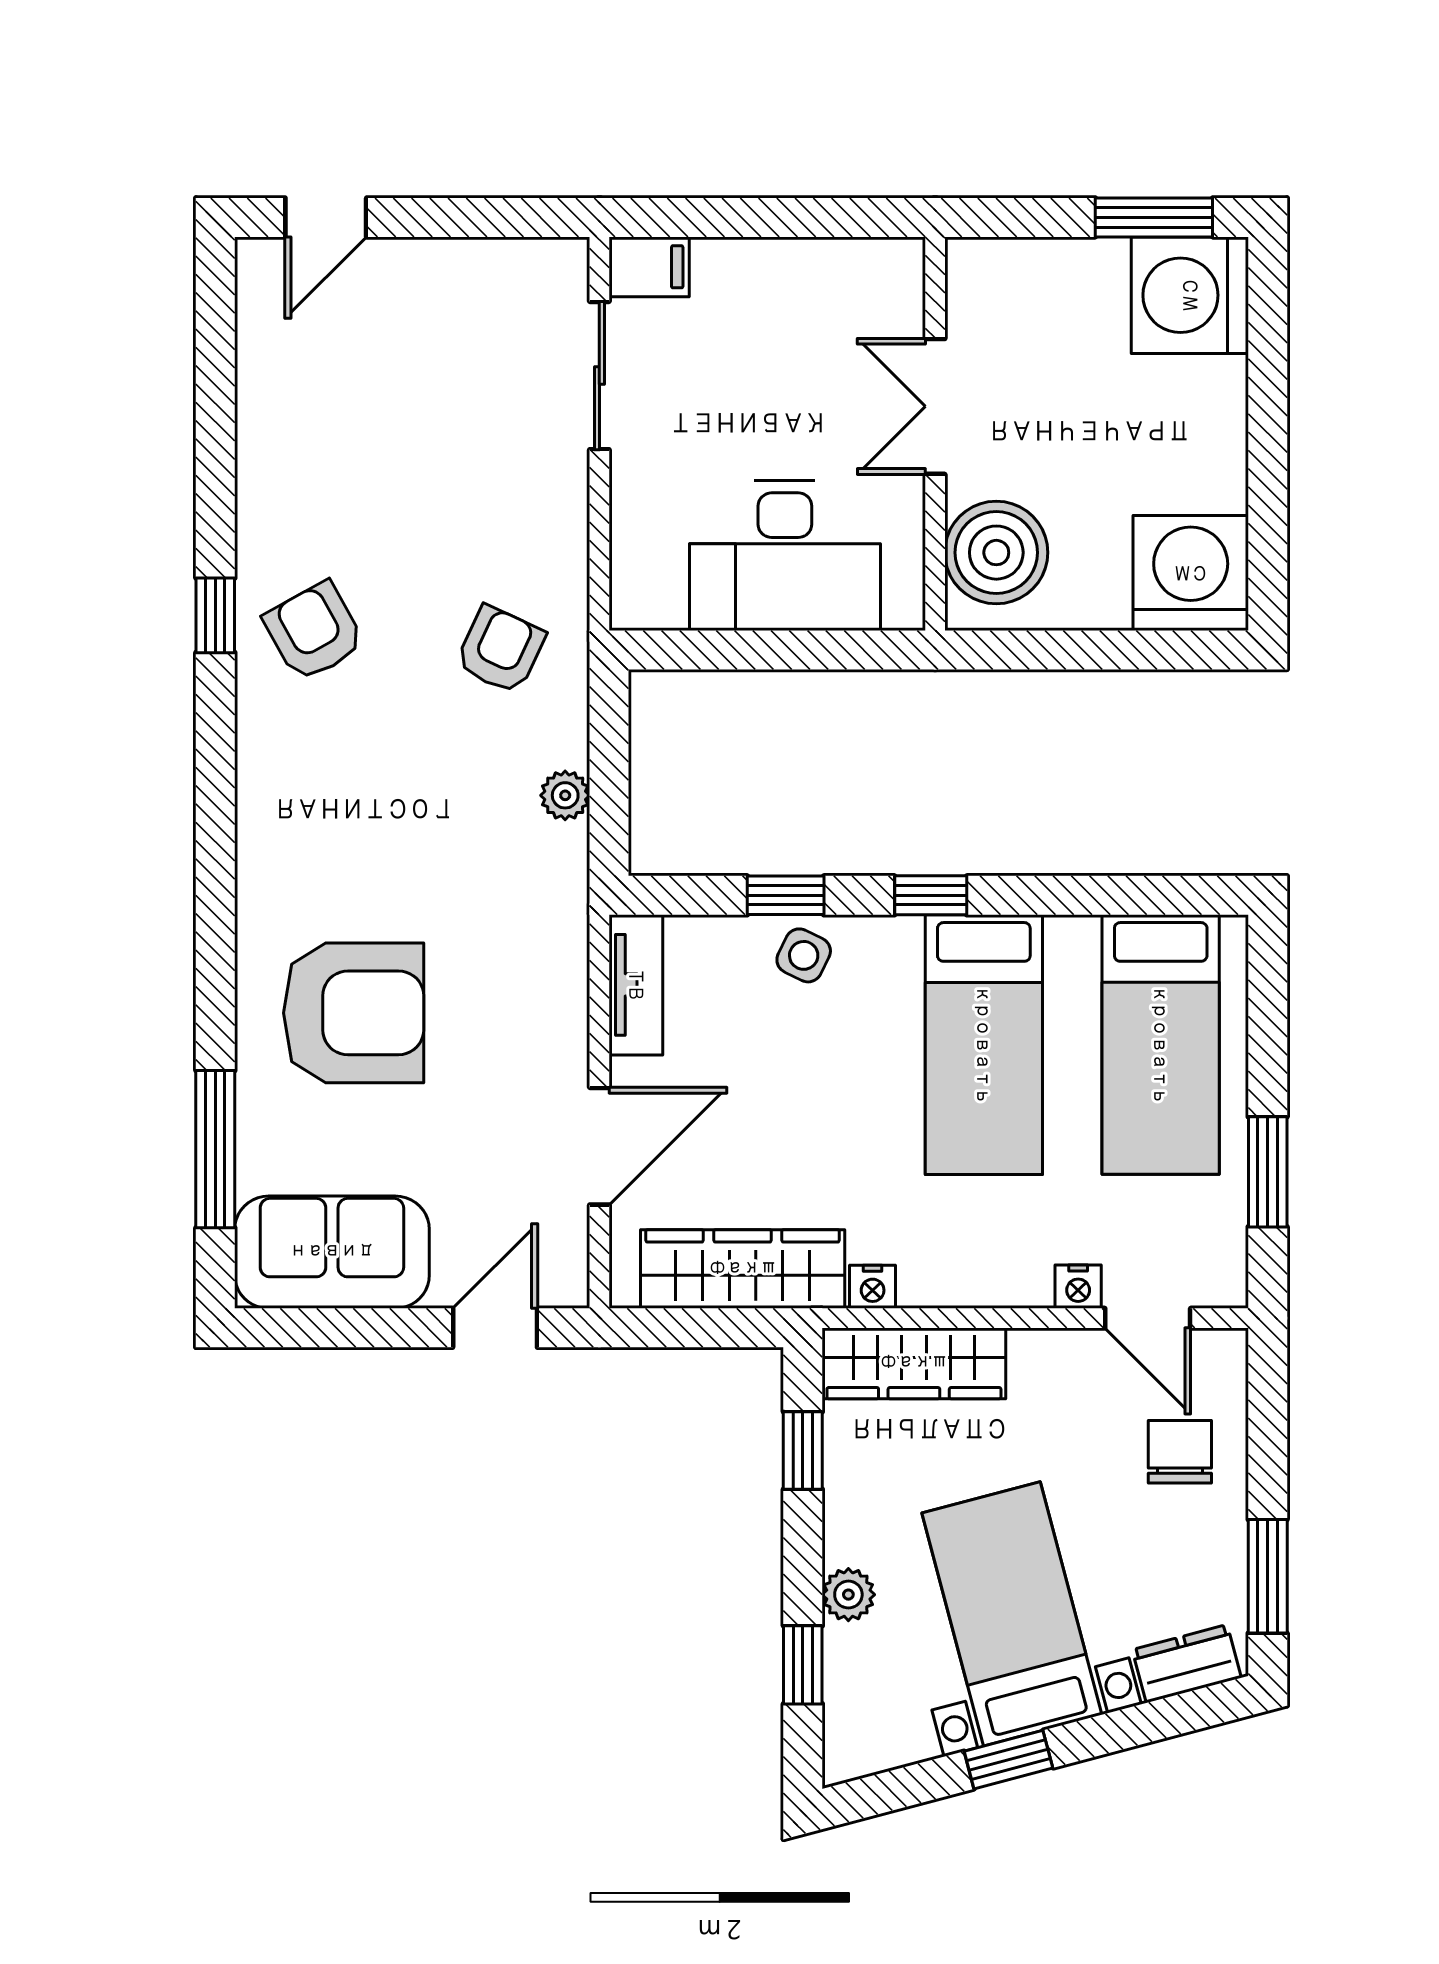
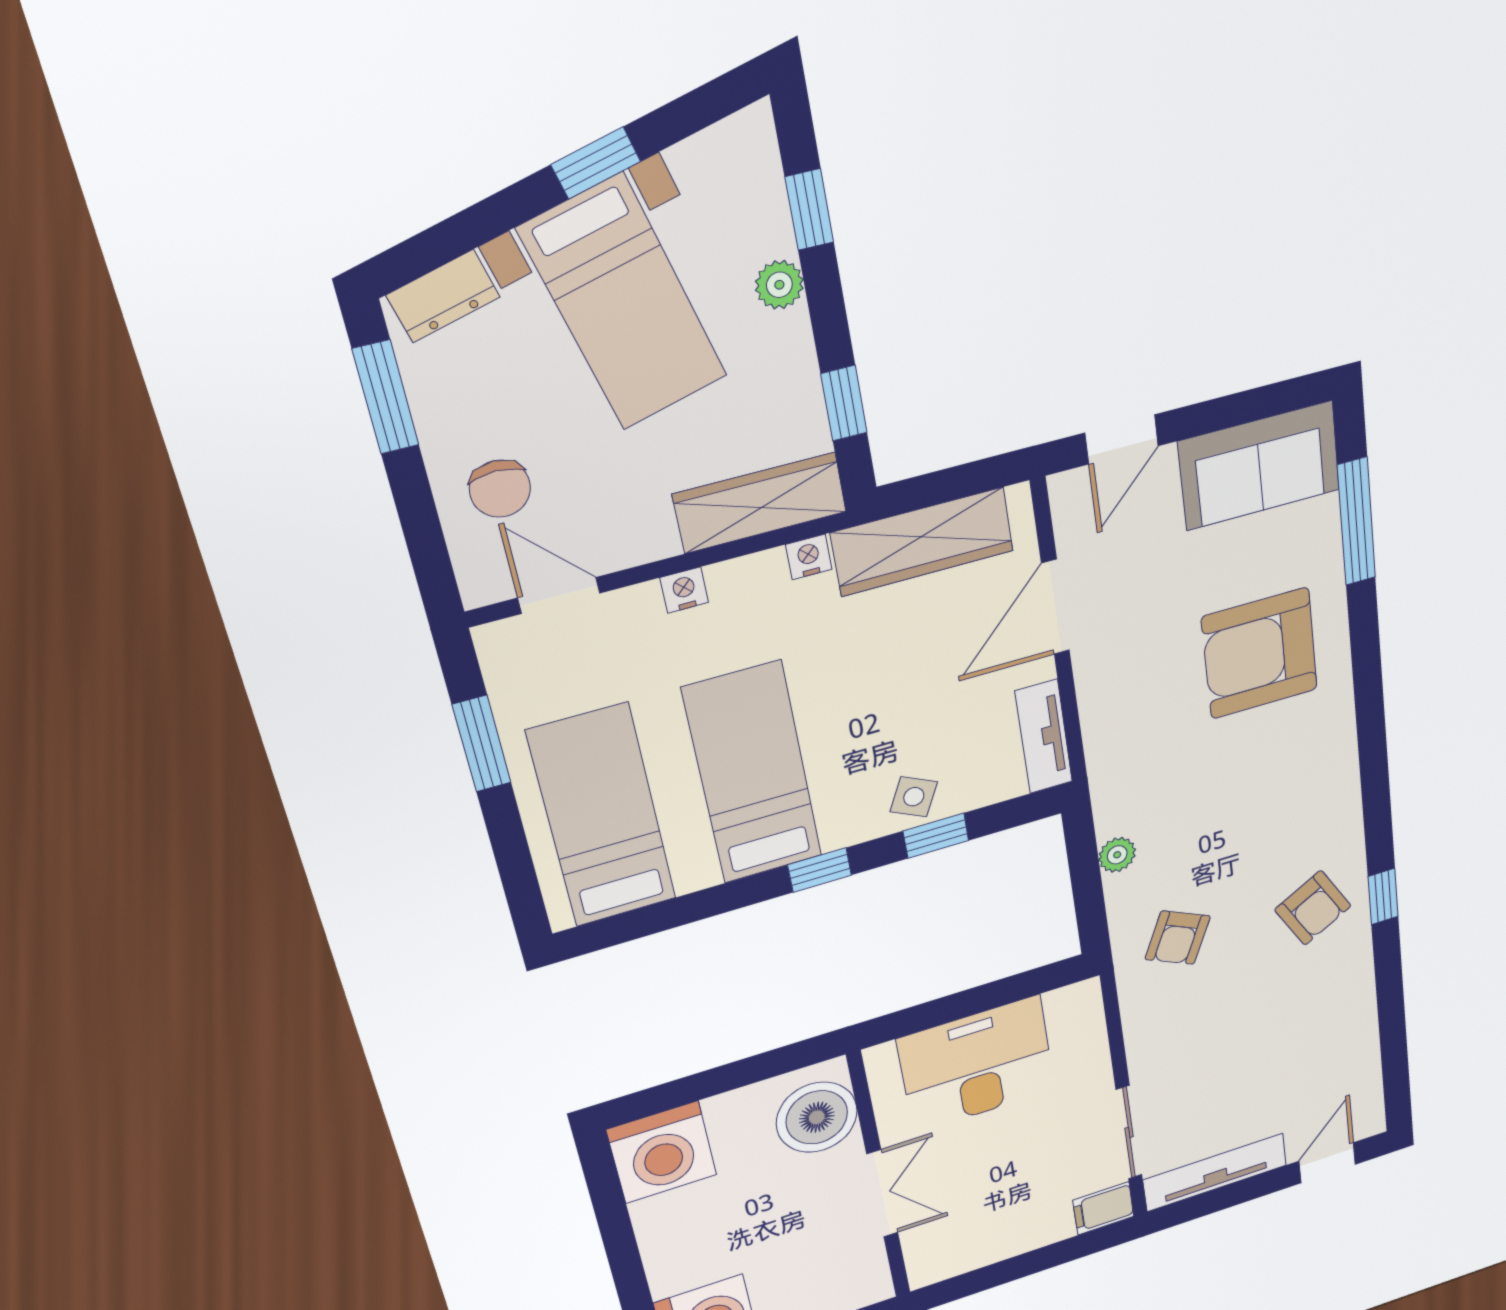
tv unit: (488, 264) -> (1215, 1172), added
nightstand: (1078, 1287) -> (684, 590), moved

